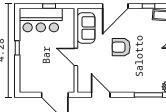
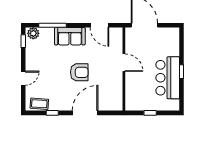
bar counter: (41, 20) -> (168, 78), moved, turned -90
sofa: (86, 28) -> (70, 36), moved, turned -90

